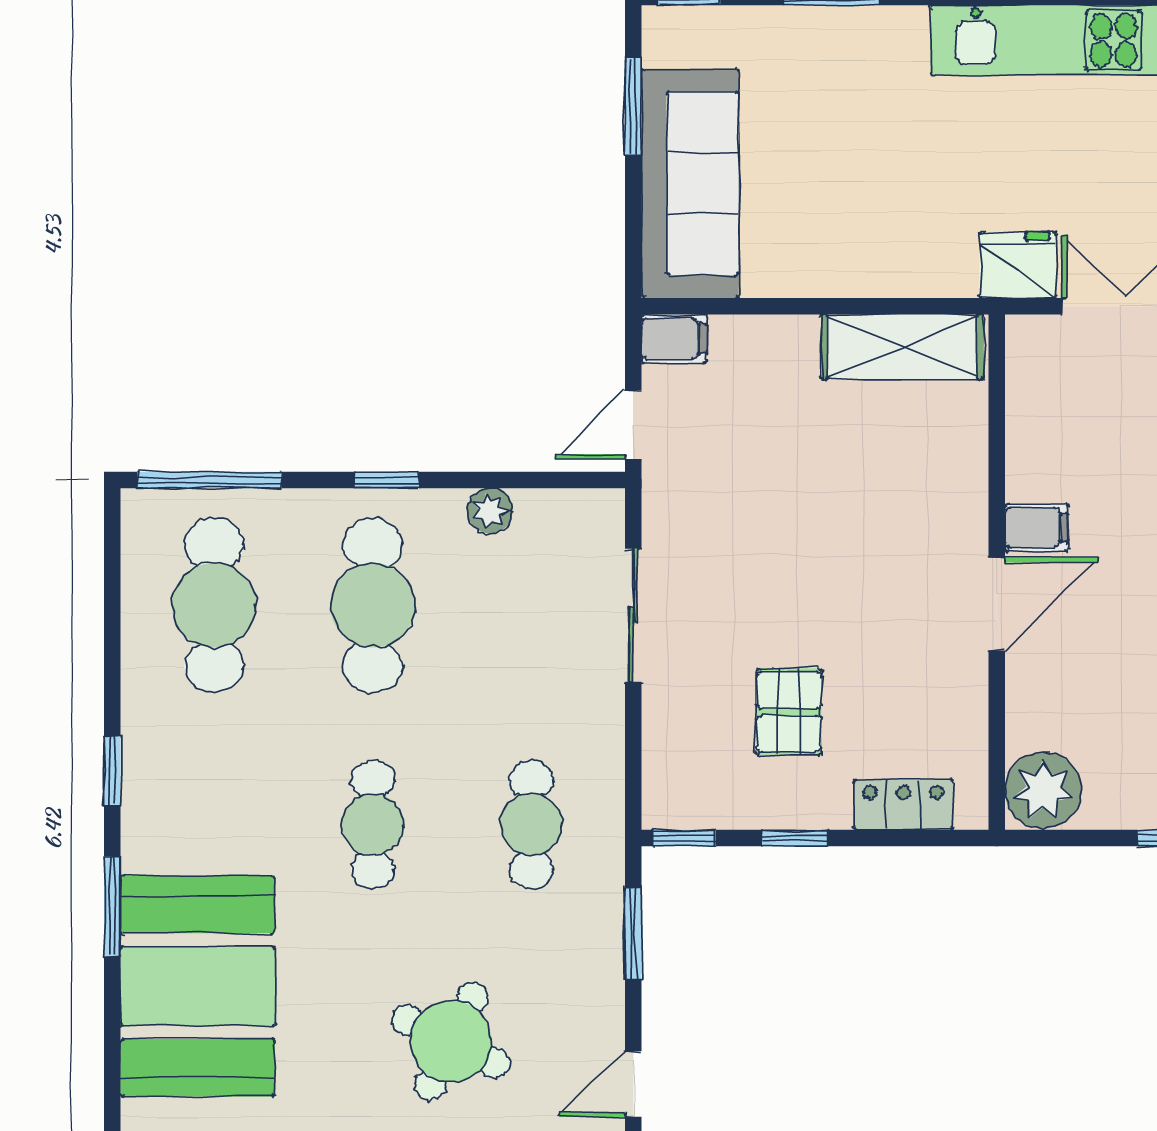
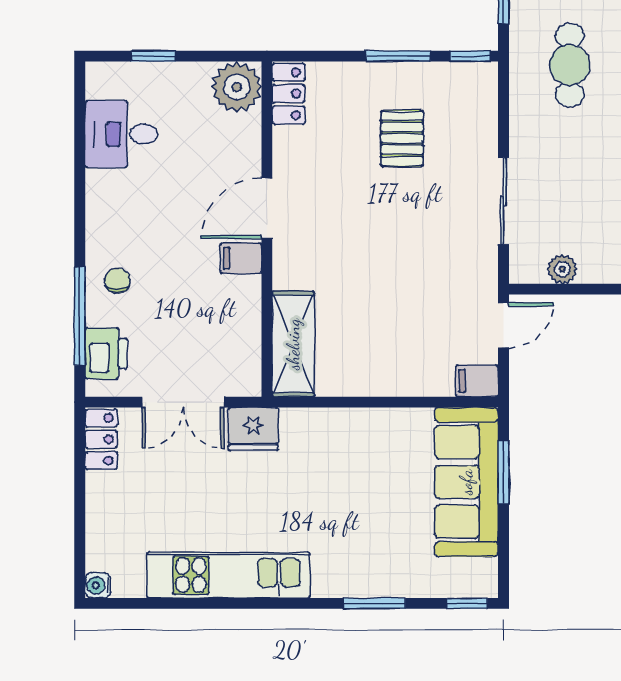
window: (633, 106) -> (503, 472), moved
shelving: (902, 347) -> (293, 344), moved, turned 90
plant: (490, 511) -> (562, 269), moved
locker: (903, 805) -> (289, 94), moved, turned -90
window: (795, 838) -> (398, 56), width x1.50

